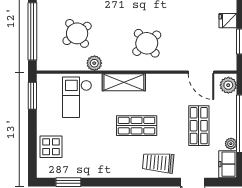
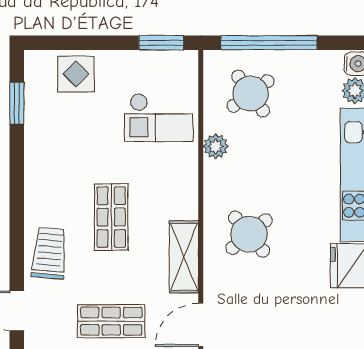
round table: (77, 33) -> (251, 94), moved
shelving: (124, 82) -> (184, 257), moved
checkout: (77, 97) -> (159, 118), turned 180

